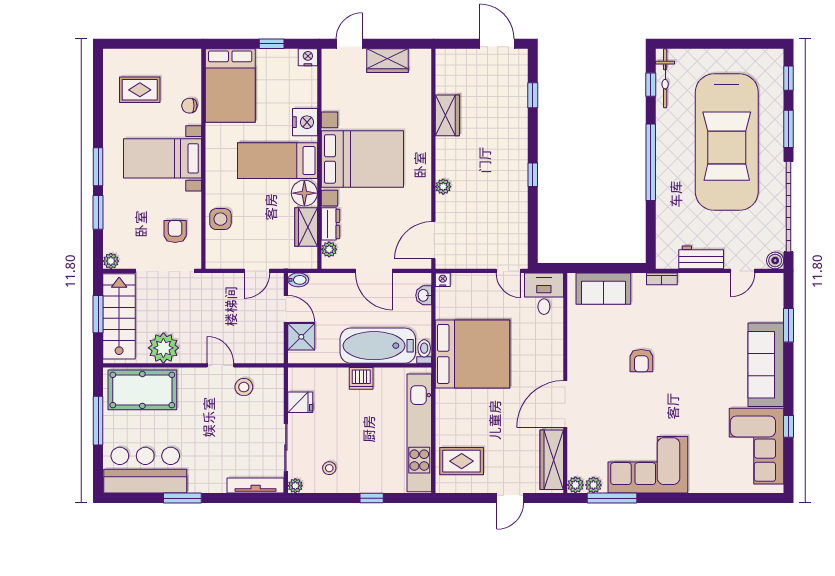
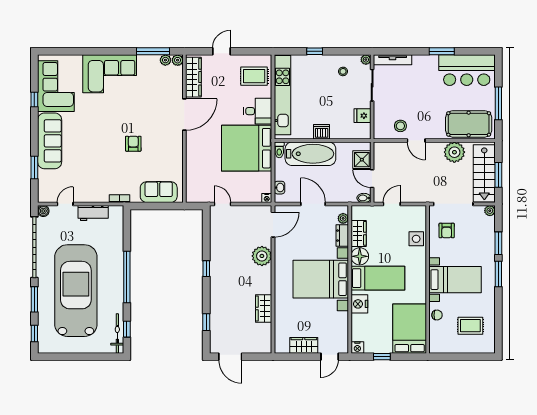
plant: (443, 187) -> (262, 256), width x1.88, depth x1.88
desk: (544, 294) -> (258, 111), moved, turned -90
corner sofa: (648, 465) -> (110, 74), moved

